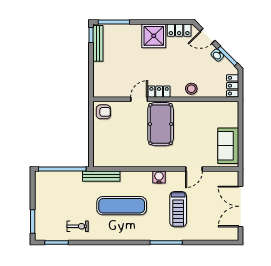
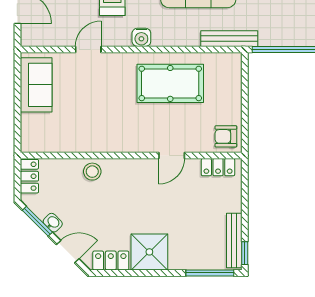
locker: (159, 92) -> (218, 167), moved
pool table: (161, 124) -> (170, 83), moved, turned 90

